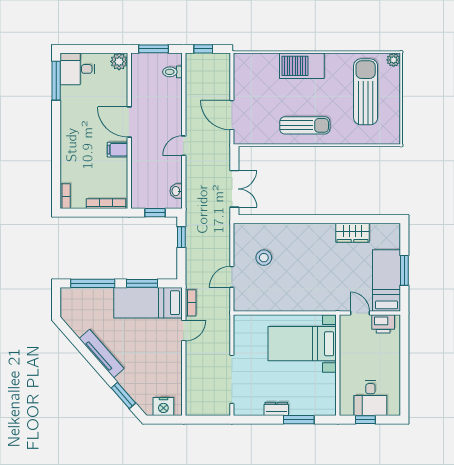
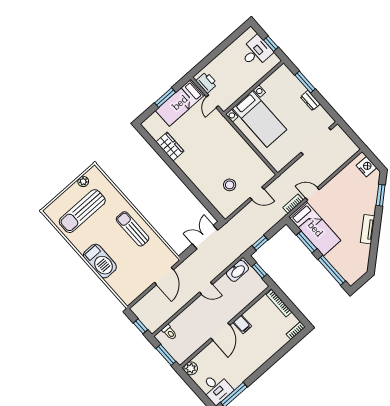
plant: (394, 60) -> (83, 181), moved
washbasin: (176, 191) -> (237, 271), width x1.91, depth x1.45
tv unit: (102, 354) -> (368, 229), width x0.71

